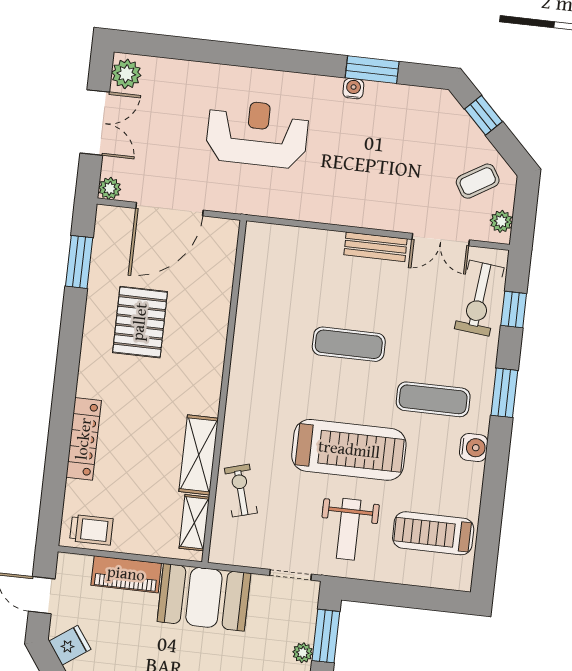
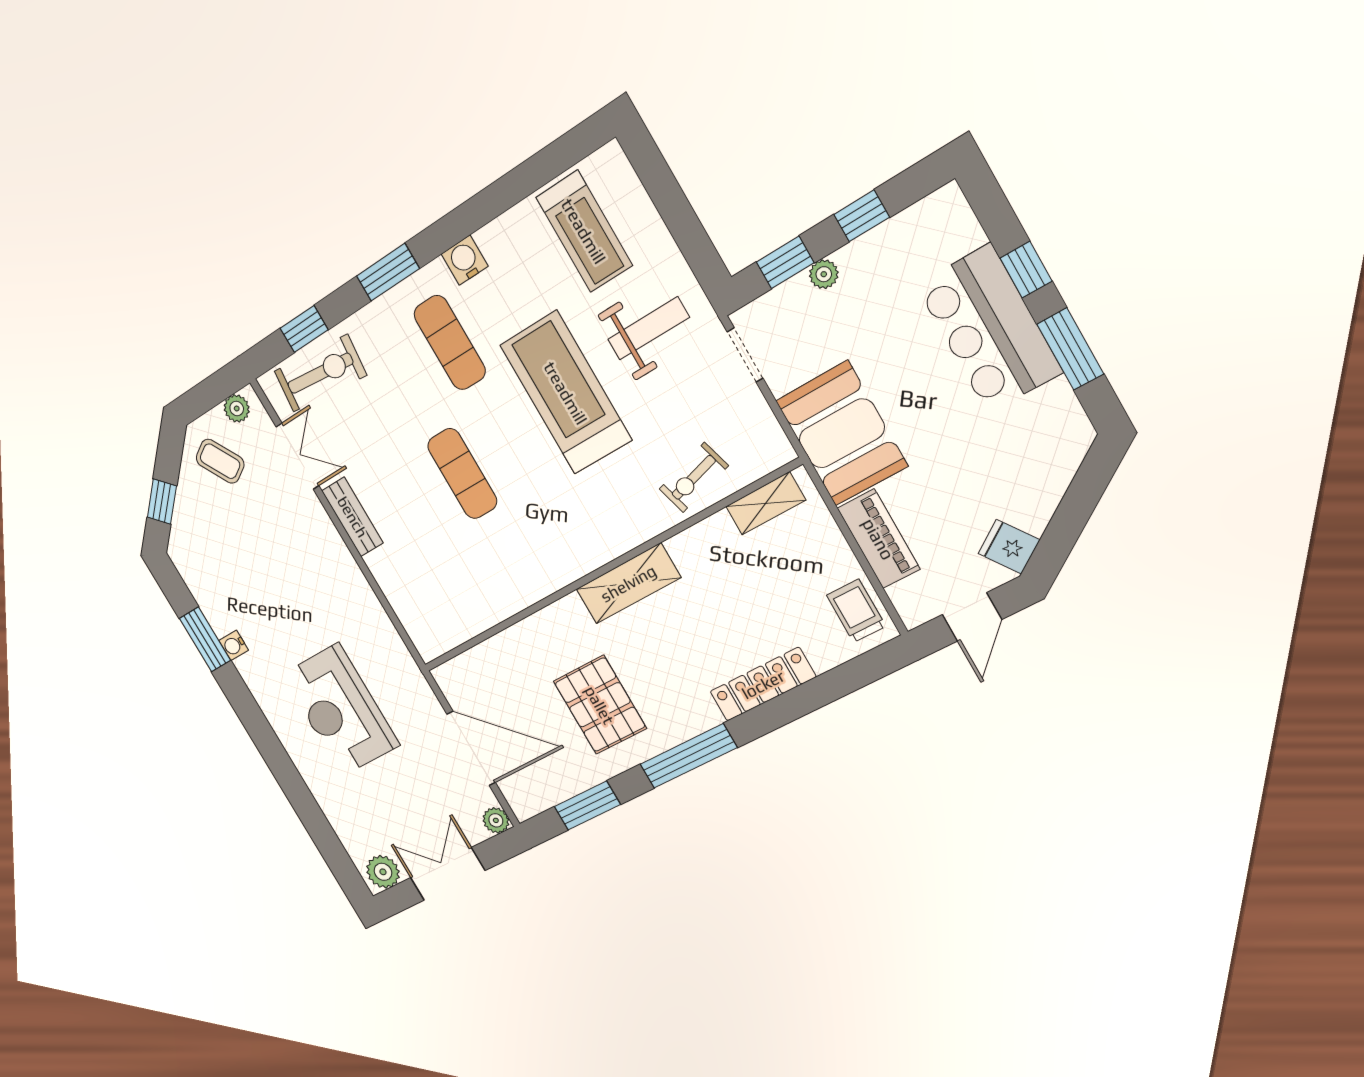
pallet: (140, 322) -> (600, 705), turned 90
window: (68, 356) -> (688, 756), added
shelving: (199, 455) -> (628, 583), moved
window: (326, 636) -> (785, 262), width x0.67

